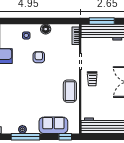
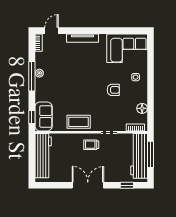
floor lamp: (46, 29) -> (142, 108), moved
sofa: (53, 125) -> (44, 117), moved

